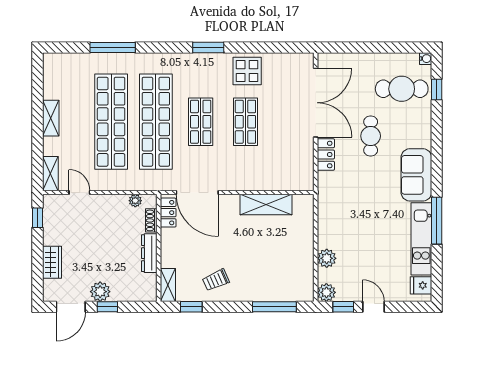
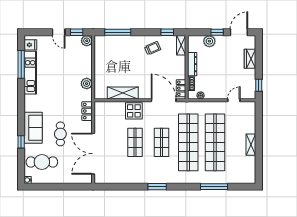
display table: (247, 71) -> (134, 111), moved
window: (437, 89) -> (21, 142), moved
locker: (326, 155) -> (87, 111), moved
shelving: (50, 174) -> (251, 112), removed
sofa: (416, 175) -> (33, 128), moved
door: (79, 192) -> (234, 100), swing flipped
window: (437, 221) -> (21, 64), moved
plant: (327, 258) -> (87, 84), moved
plant: (100, 292) -> (209, 41), moved

